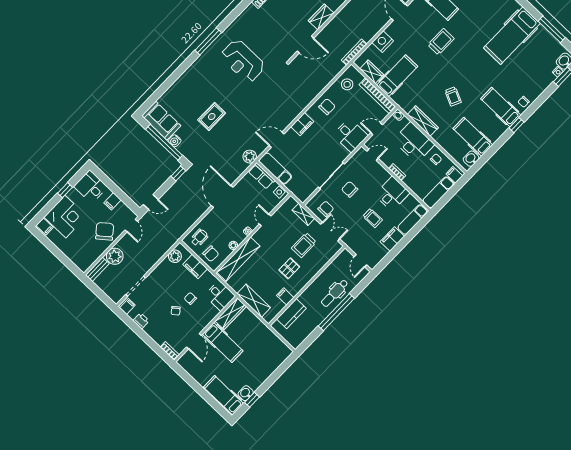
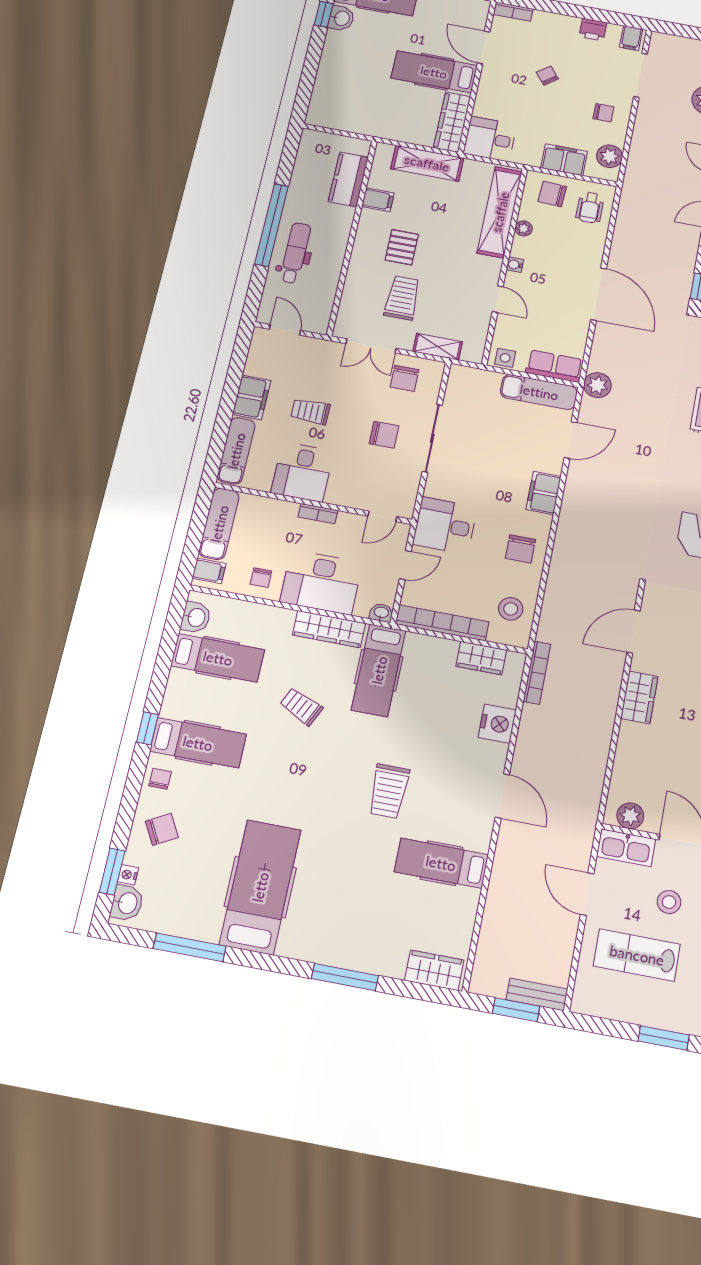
hospital bed: (397, 76) -> (379, 670), moved
chair: (535, 81) -> (162, 829), added
chair: (190, 298) -> (603, 113), moved

